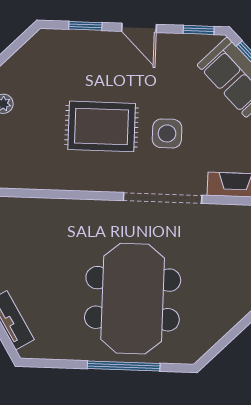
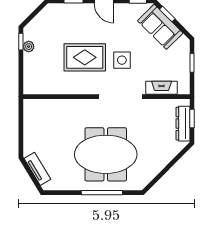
meeting table: (133, 299) -> (106, 154), turned 90

